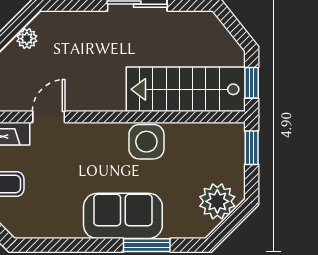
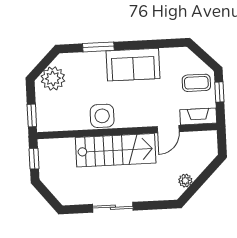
stairs: (186, 89) -> (116, 150), moved
sofa: (123, 216) -> (133, 65), moved

